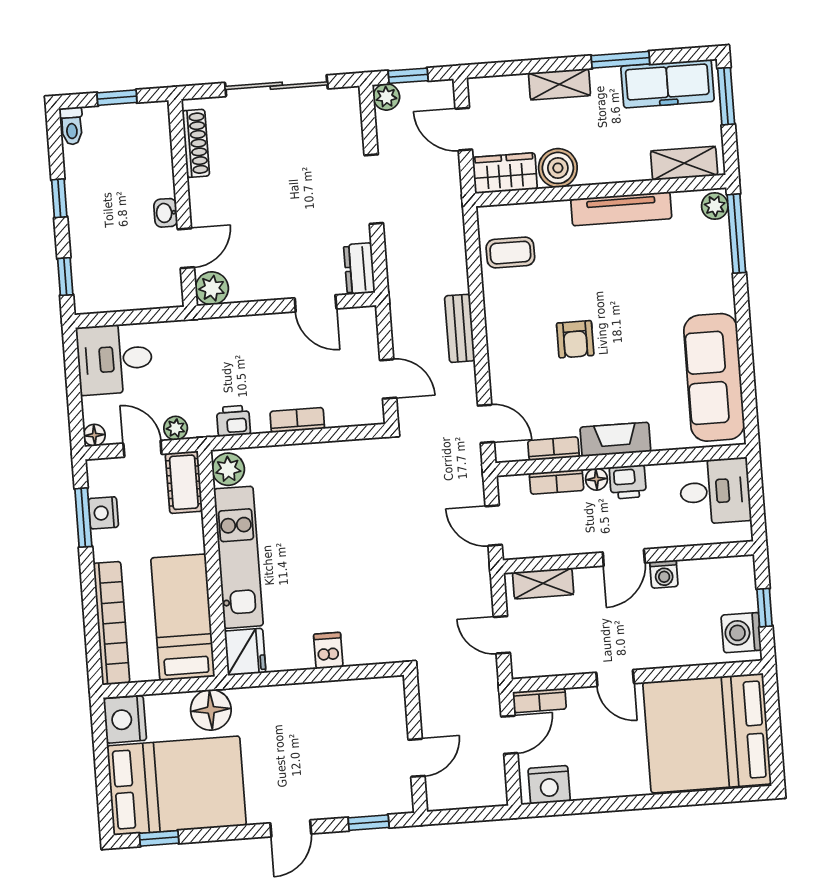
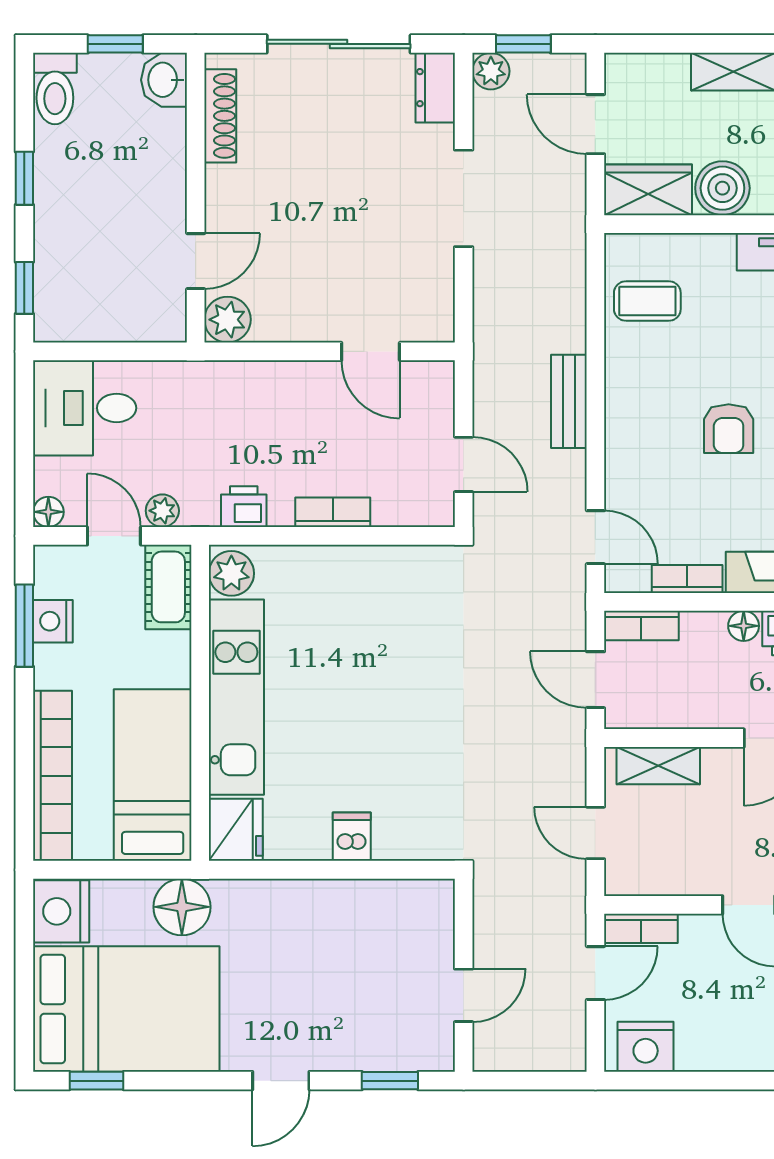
toilet: (72, 126) -> (55, 89), width x1.37, depth x1.39
washbasin: (166, 213) -> (164, 80), moved, width x1.38, depth x1.45
dresser: (359, 269) -> (435, 88), moved
bookcase: (557, 482) -> (641, 625), moved

